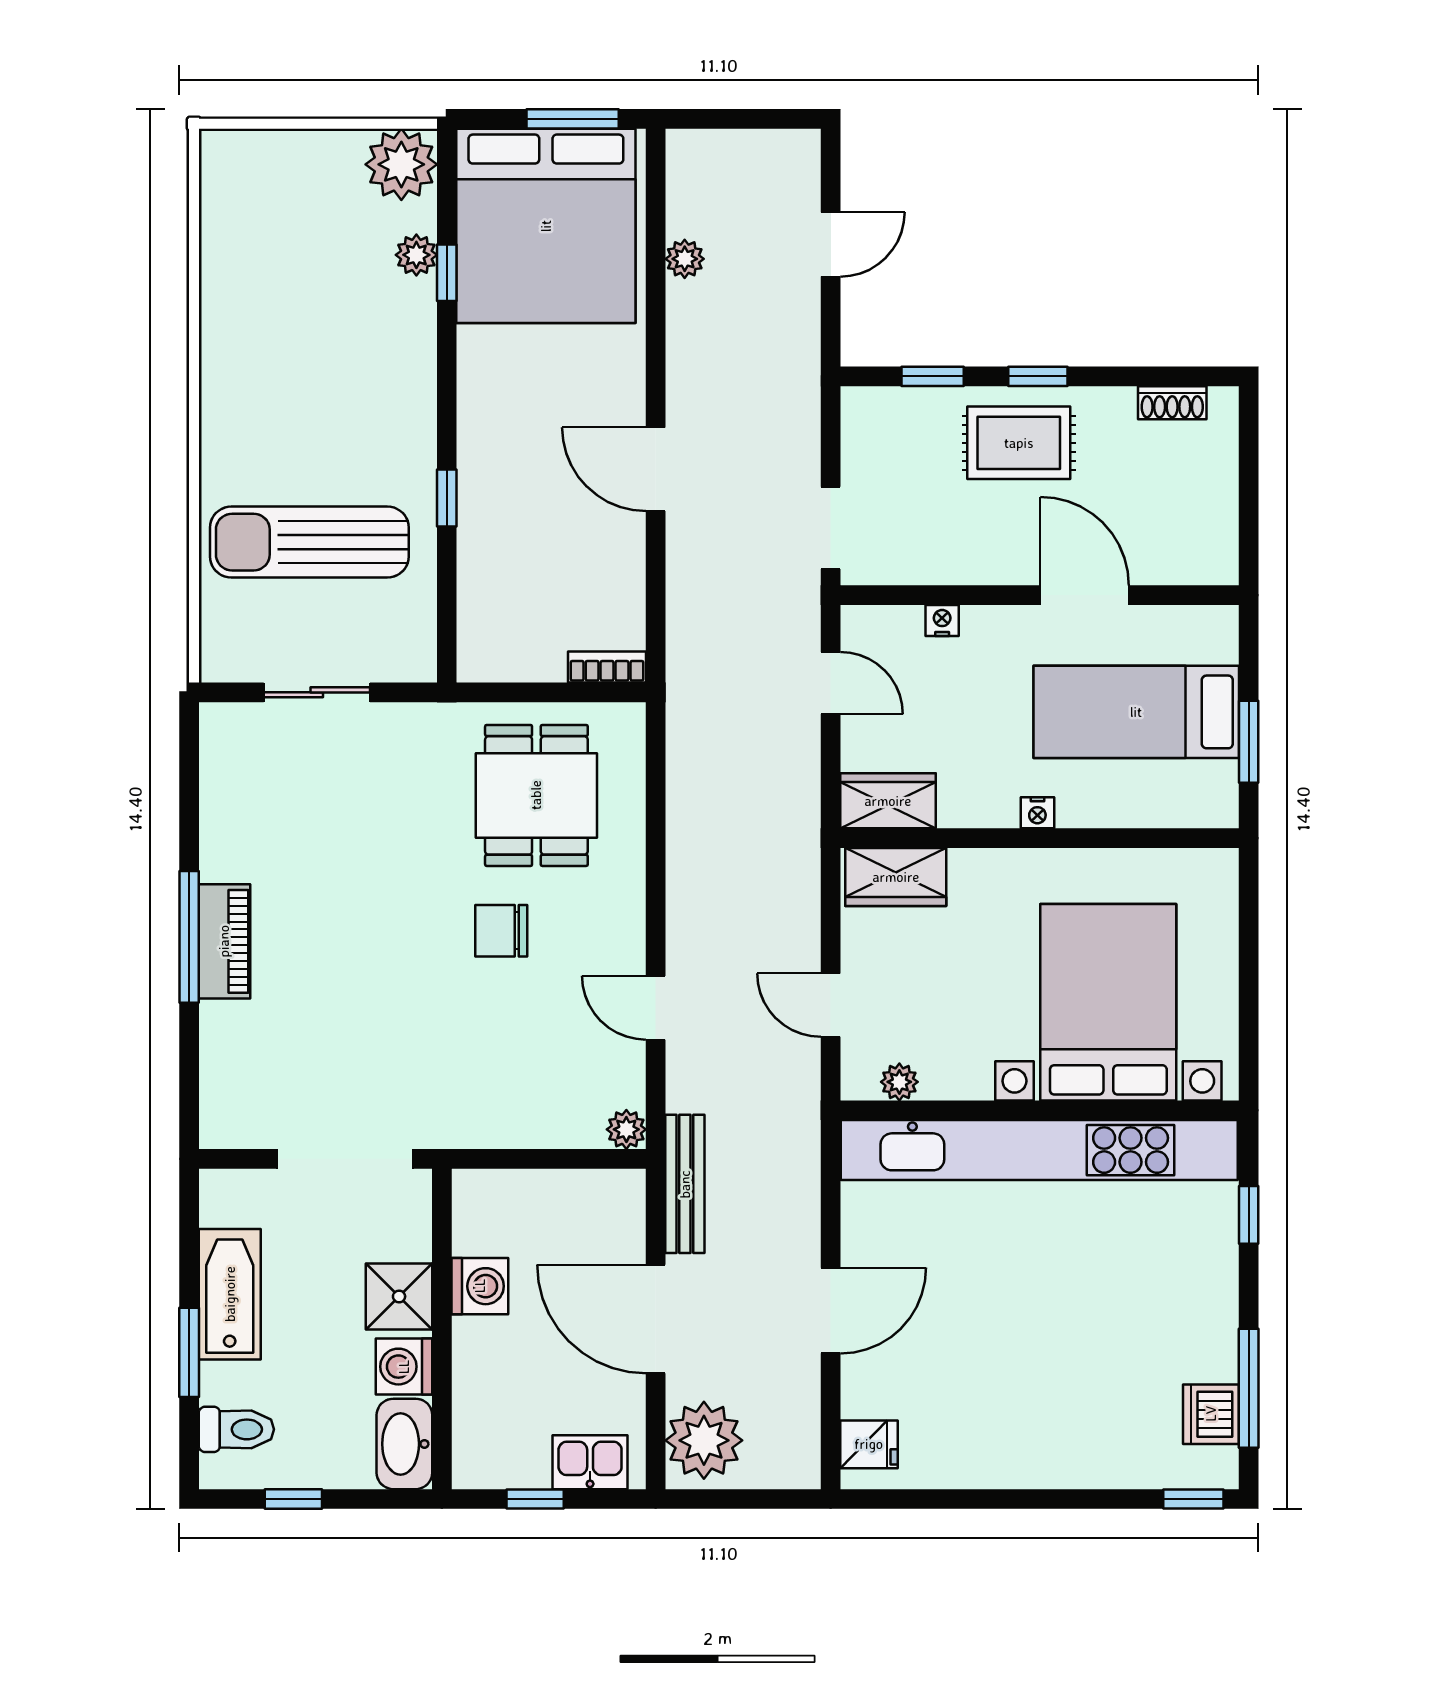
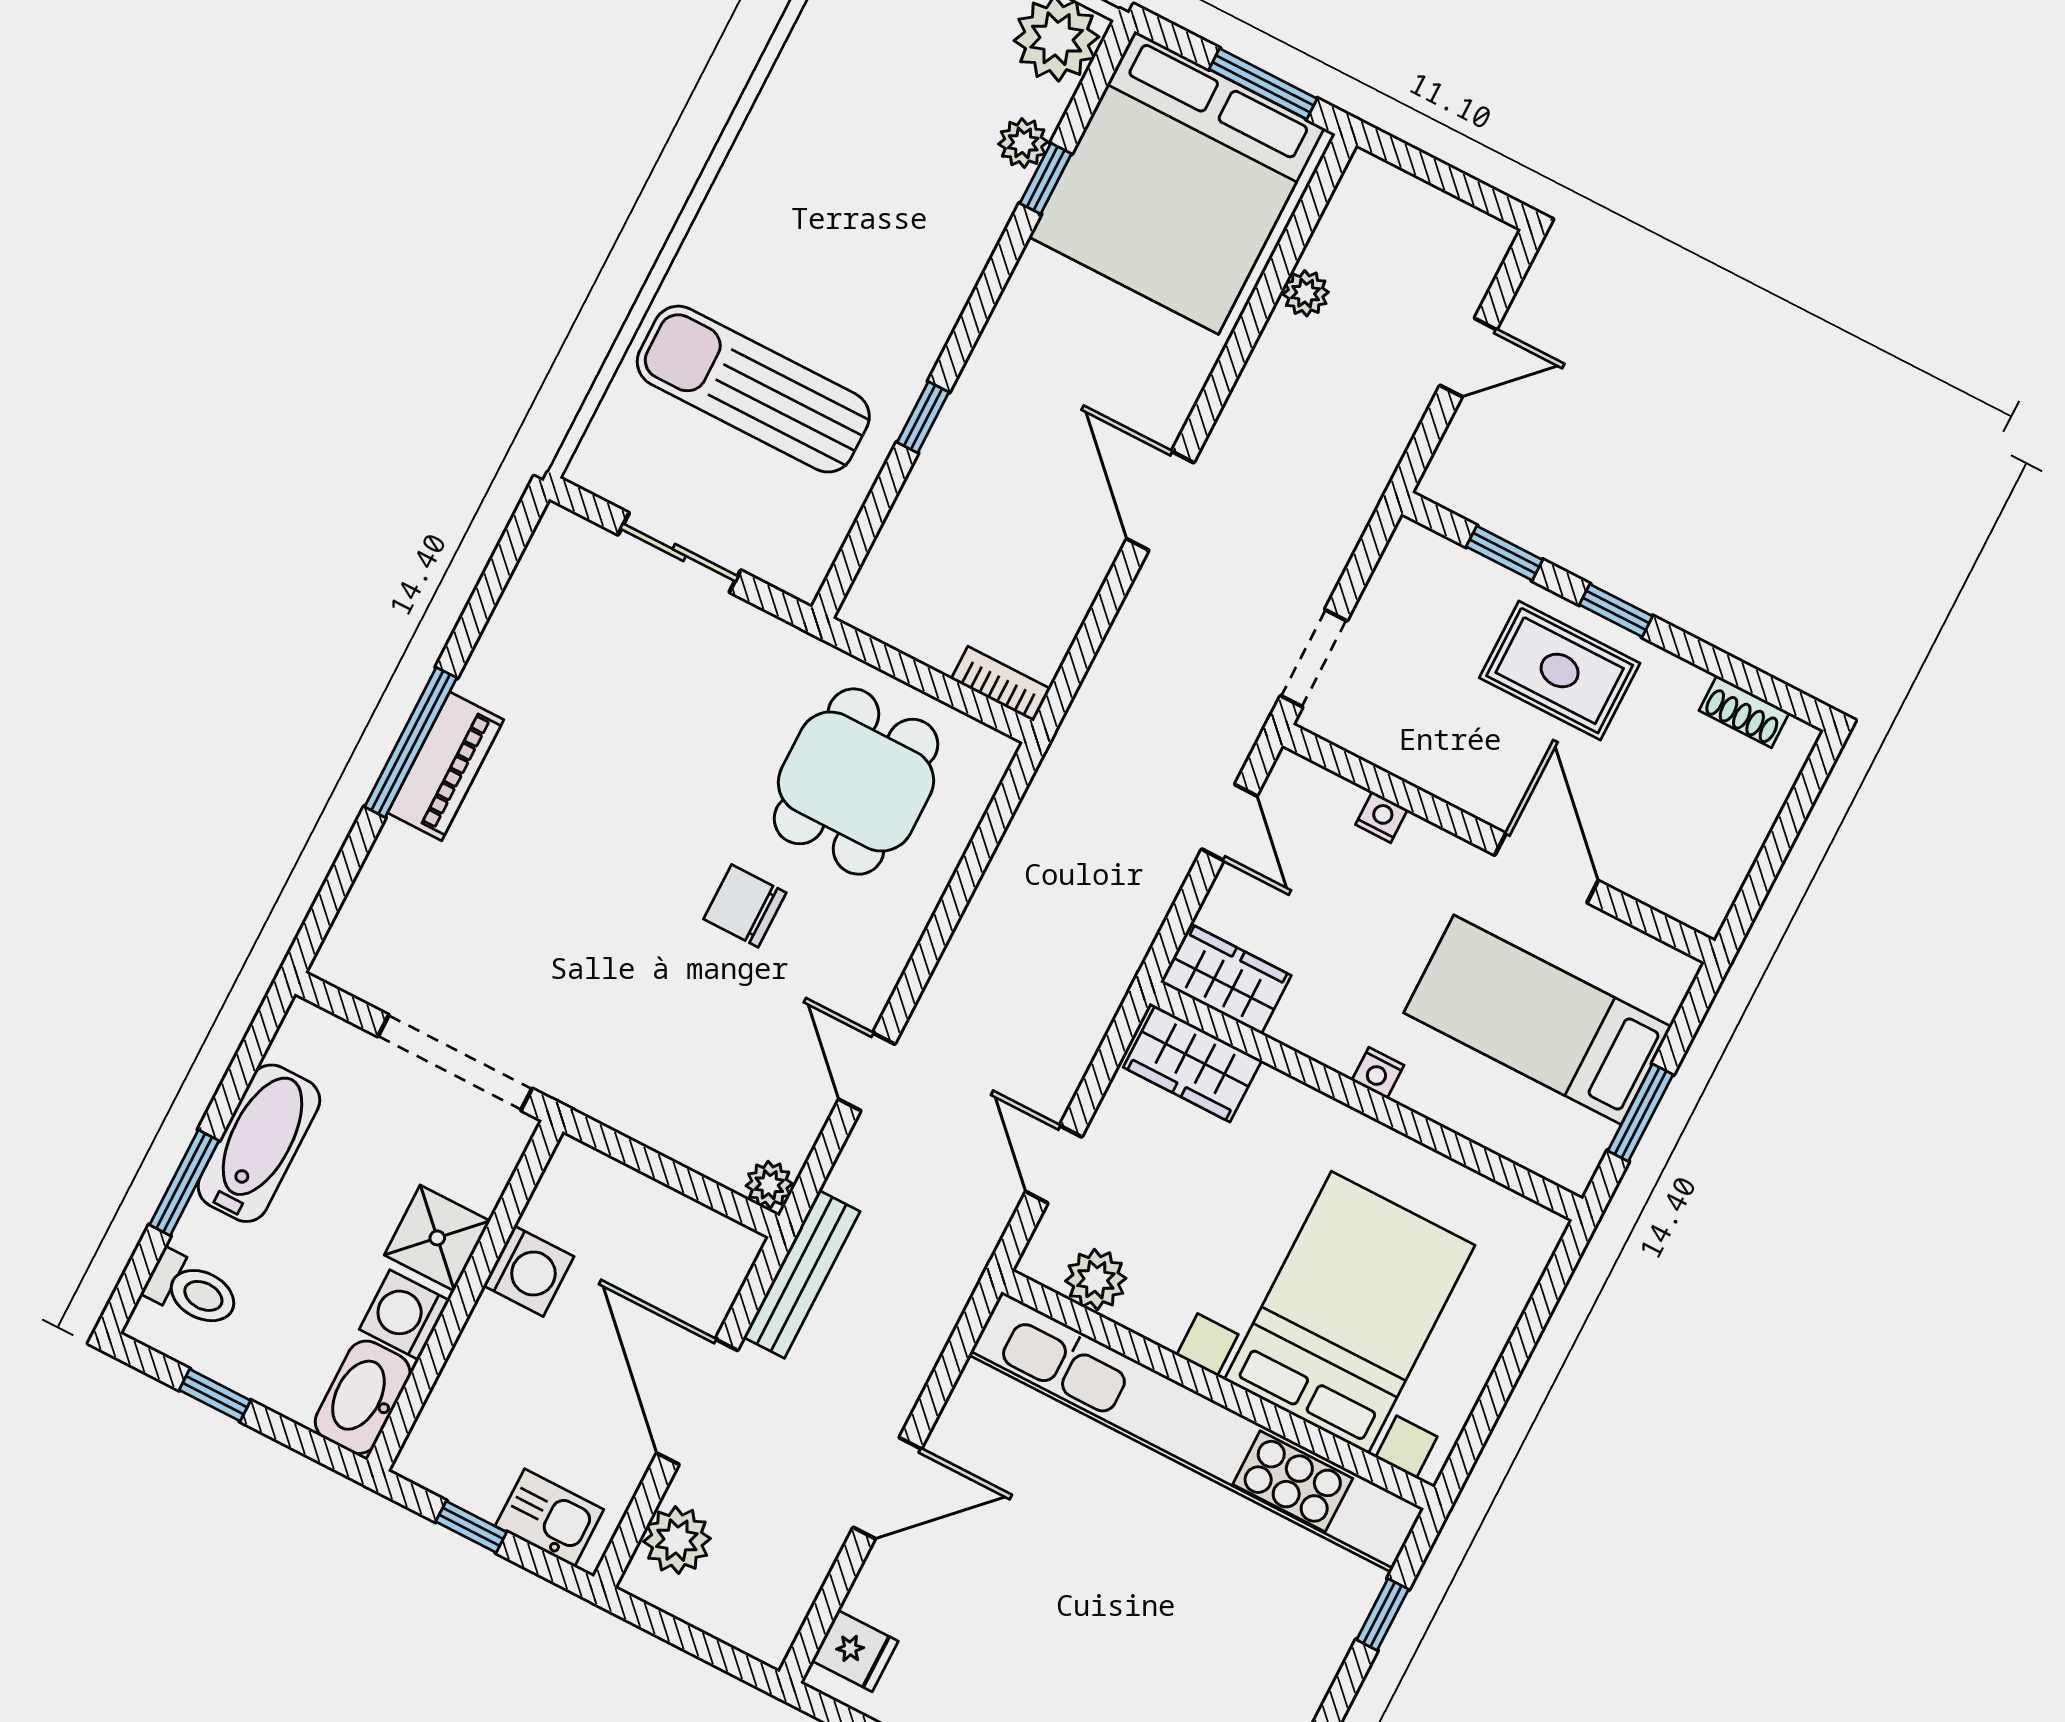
plant: (899, 1082) -> (1096, 1280), width x1.38, depth x1.38
plant: (704, 1440) -> (677, 1540), width x0.73, depth x0.73

